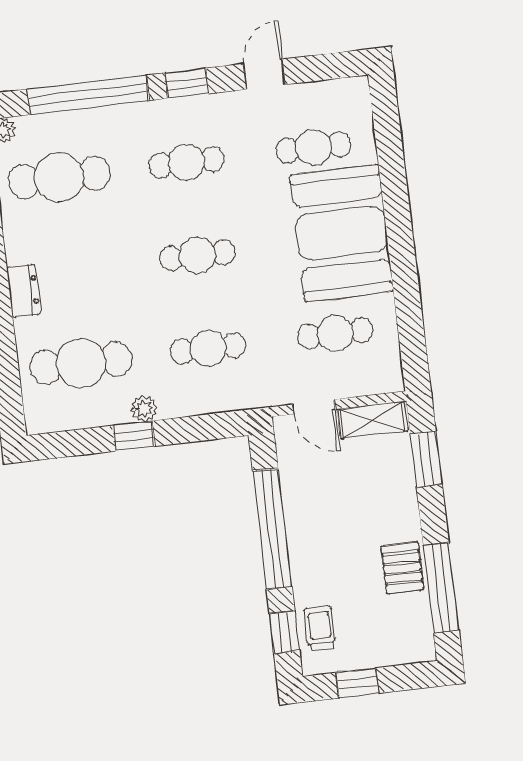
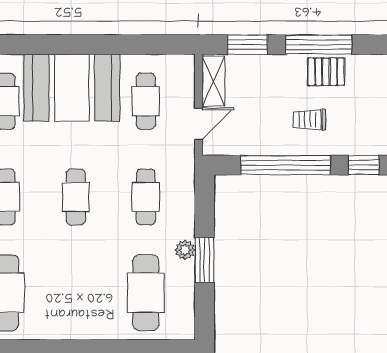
dresser: (24, 291) -> (87, 329), removed
window: (134, 436) -> (205, 260), width x1.50
window: (441, 588) -> (319, 45), moved
trolley: (320, 628) -> (309, 120), moved

